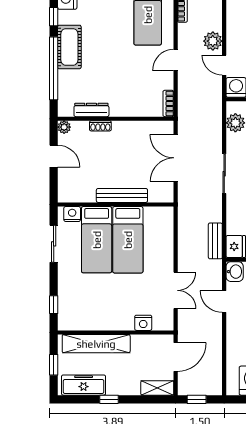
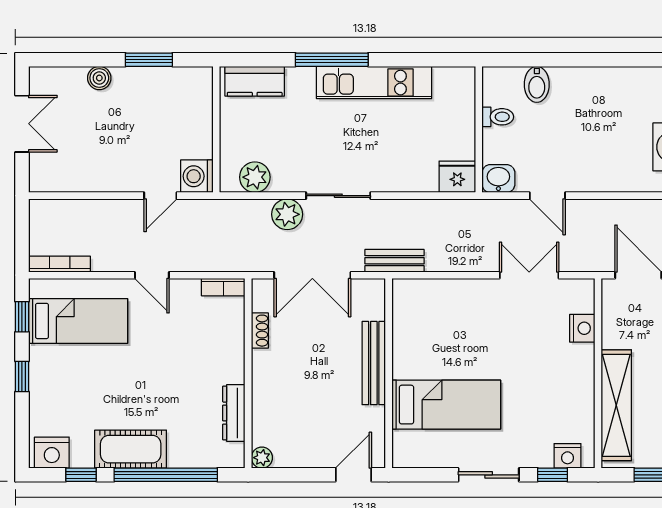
plant: (213, 41) -> (287, 214), moved
shoe rack: (100, 126) -> (260, 331), moved
door: (54, 156) -> (354, 475), moved
nightstand: (72, 214) -> (567, 456), moved, turned -90
bed: (128, 240) -> (446, 353), removed
bench: (215, 241) -> (395, 261), moved
sliding door: (54, 244) -> (489, 475), moved
door: (224, 301) -> (547, 196), hinge flipped

